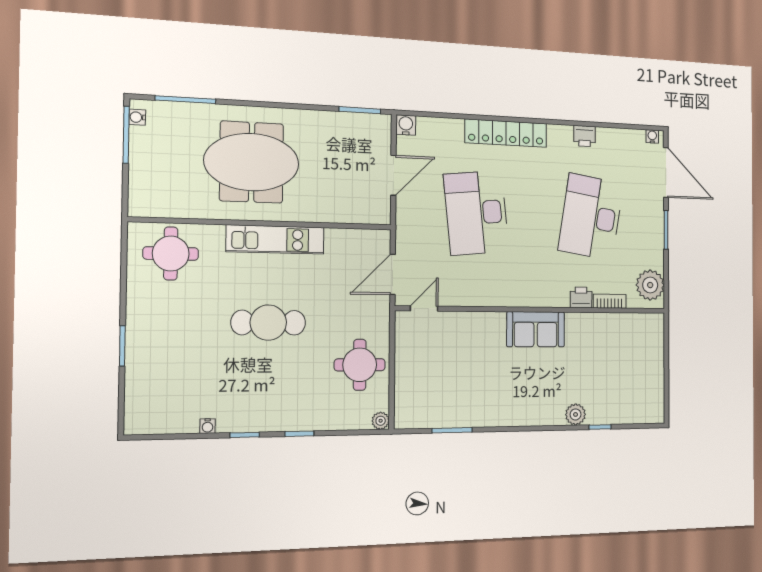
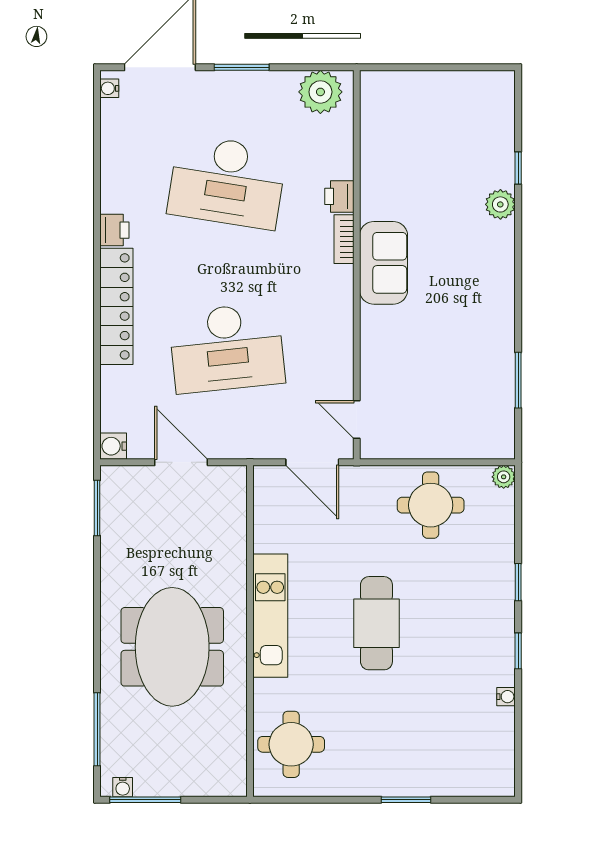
printer: (585, 136) -> (114, 230), moved
bookcase: (610, 301) -> (344, 239), moved

